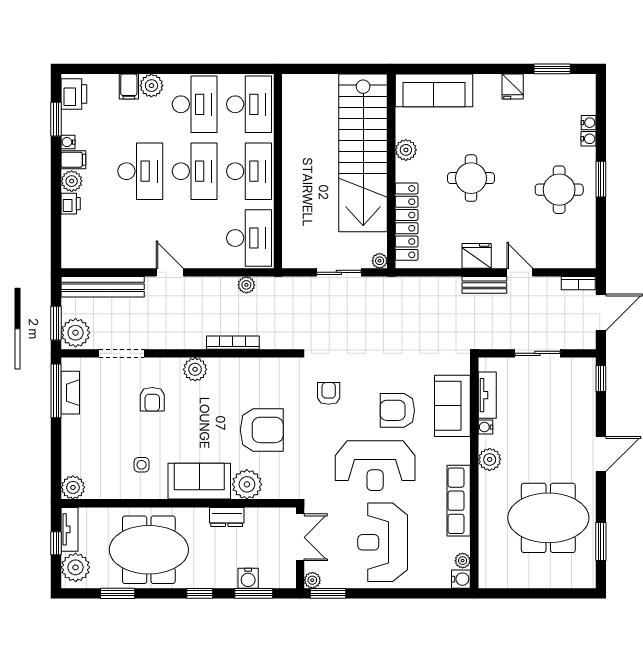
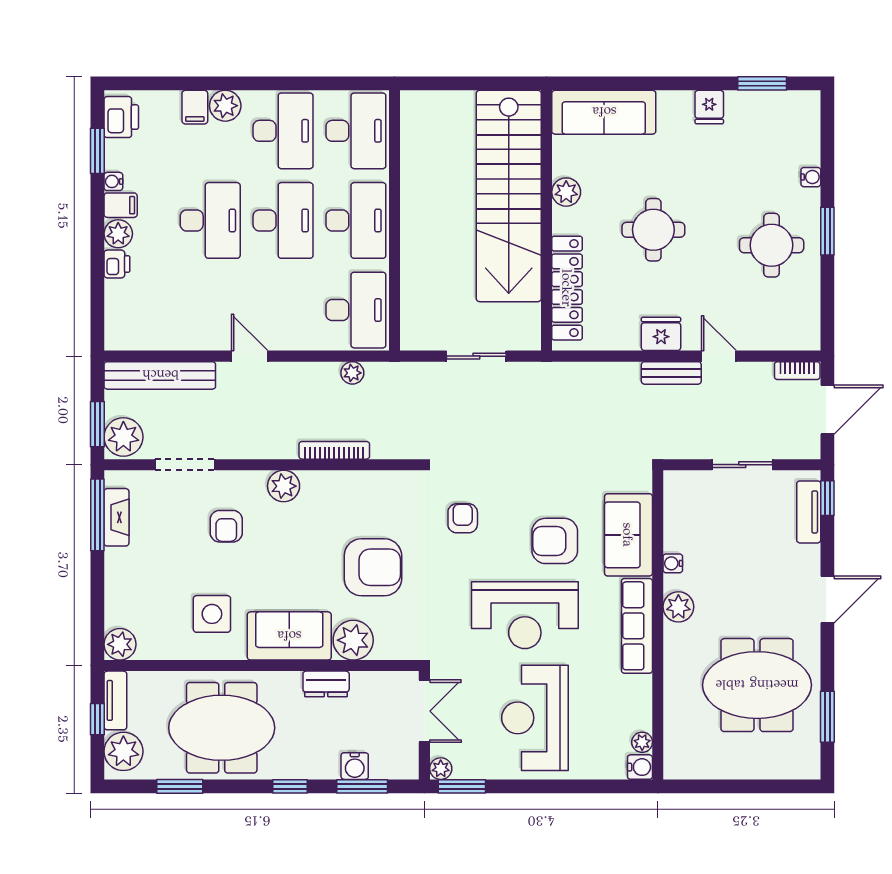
water cooler: (589, 123) -> (811, 155), removed
plant: (380, 261) -> (531, 341), removed
tv unit: (487, 395) -> (809, 512), moved, turned 180
side table: (142, 465) -> (212, 614), width x1.87, depth x1.87
row of seats: (459, 501) -> (637, 626), moved

